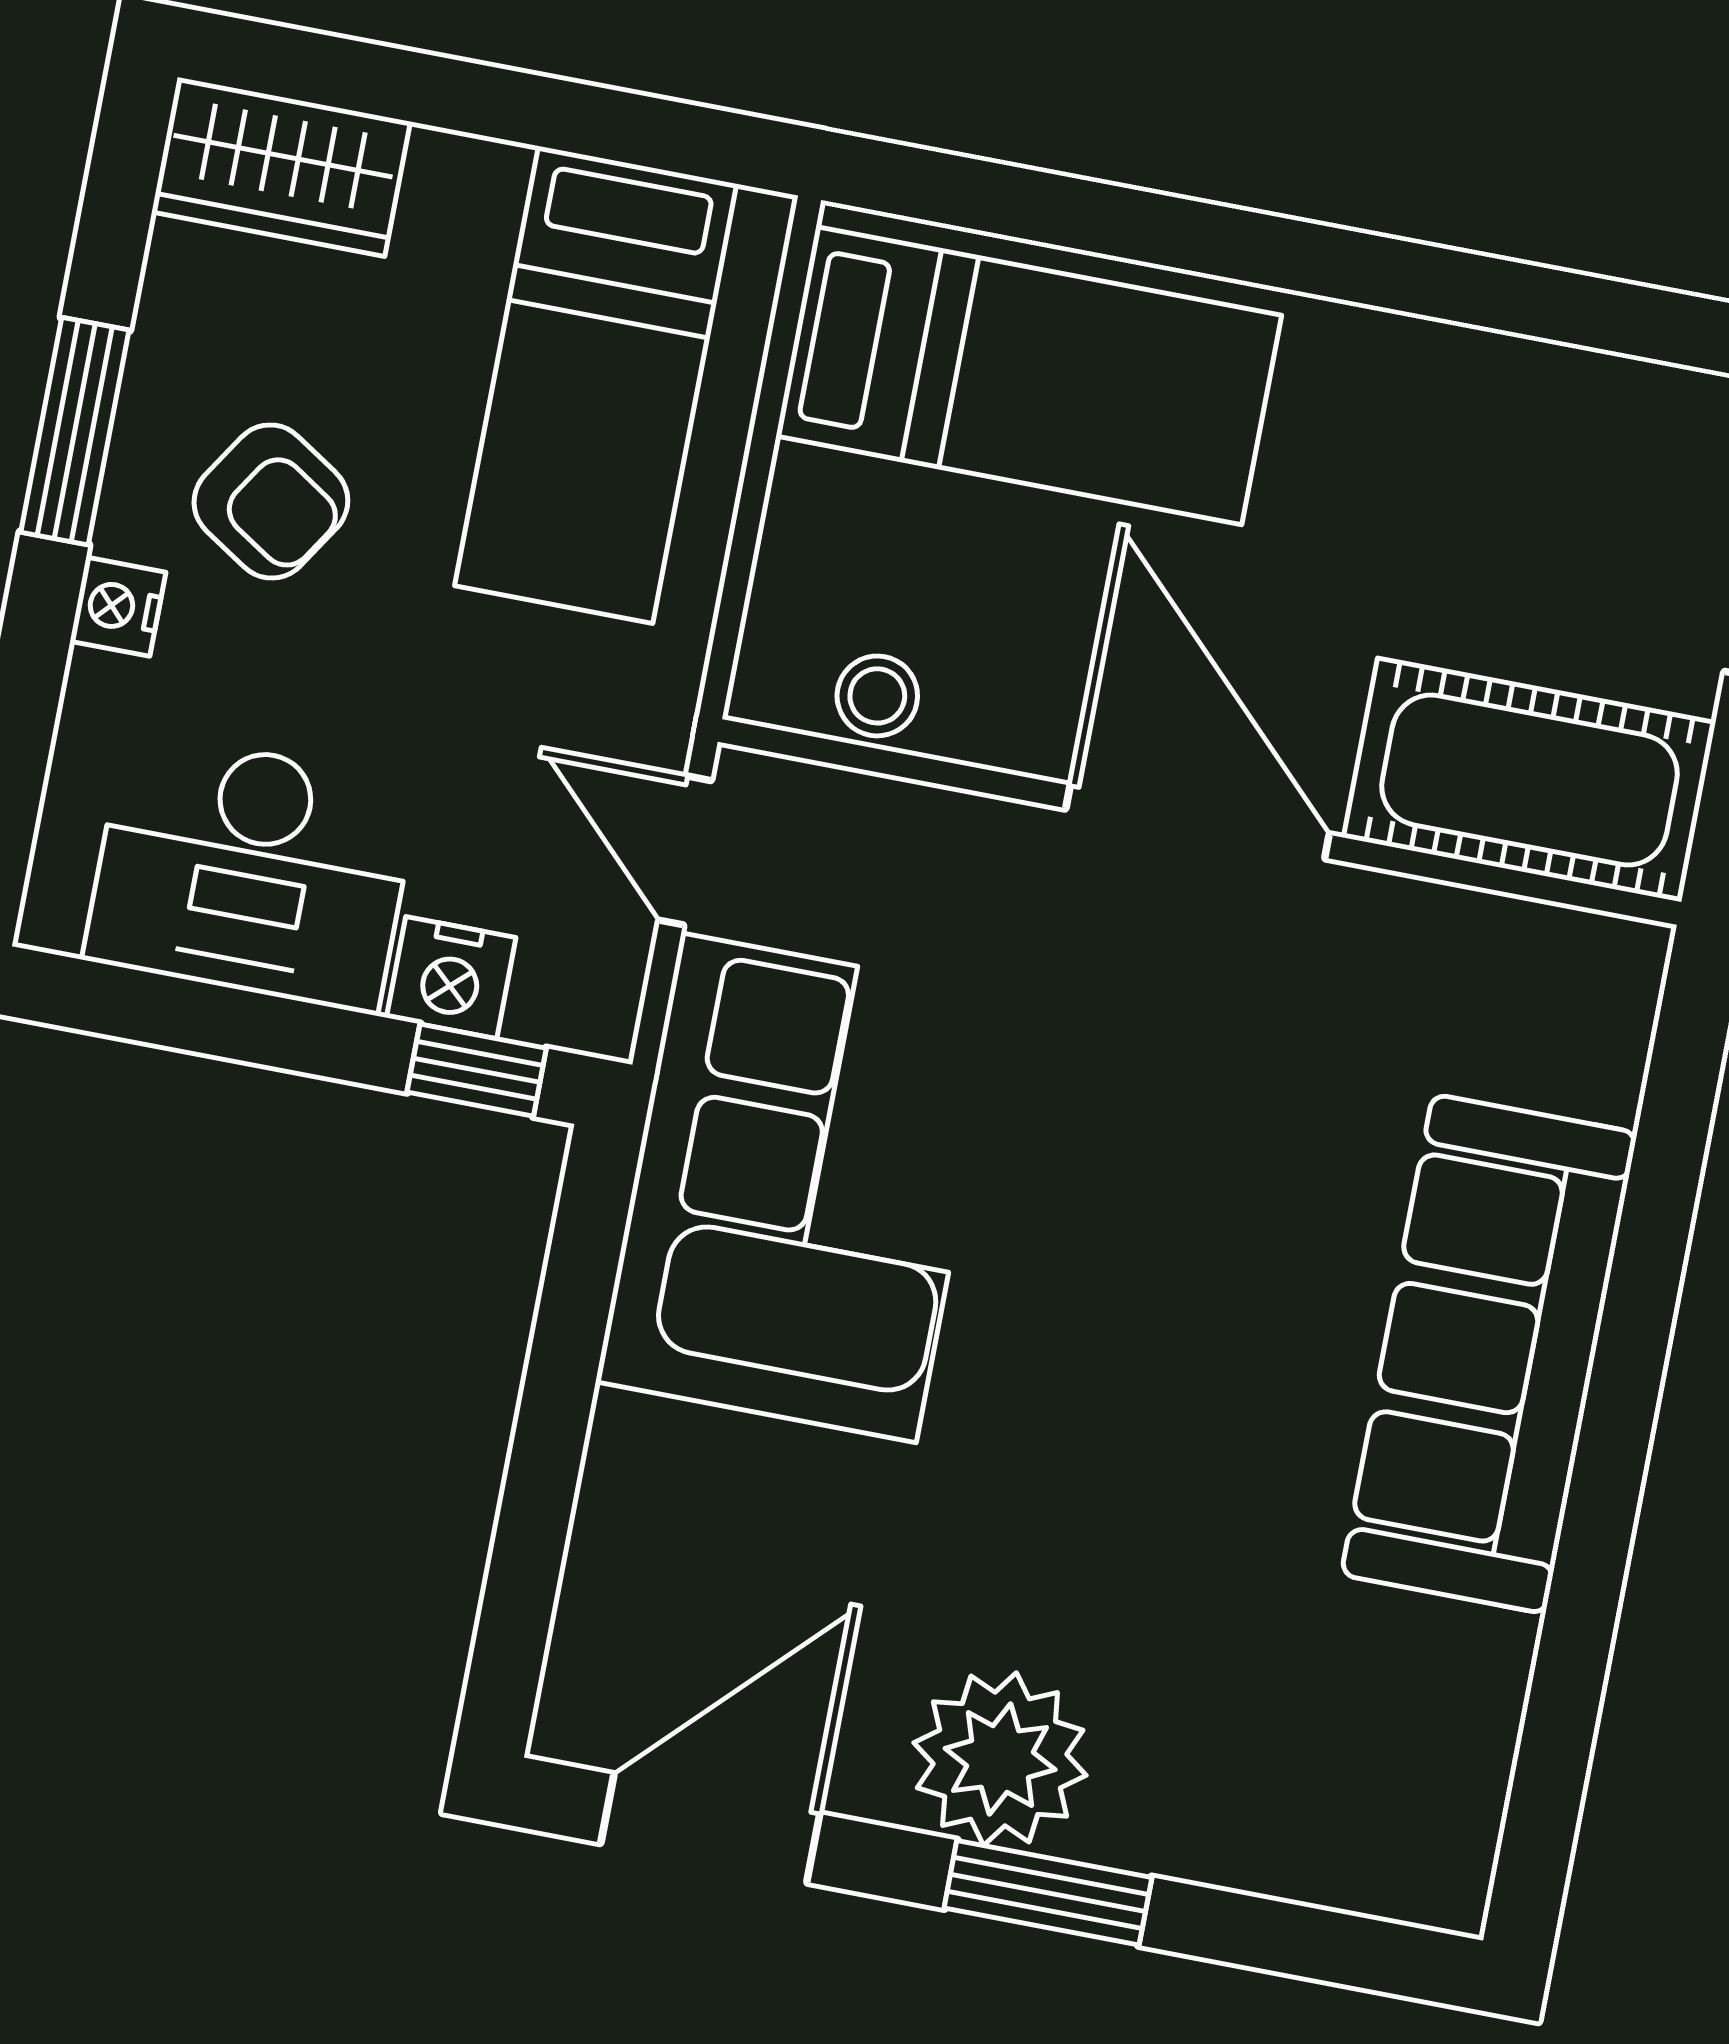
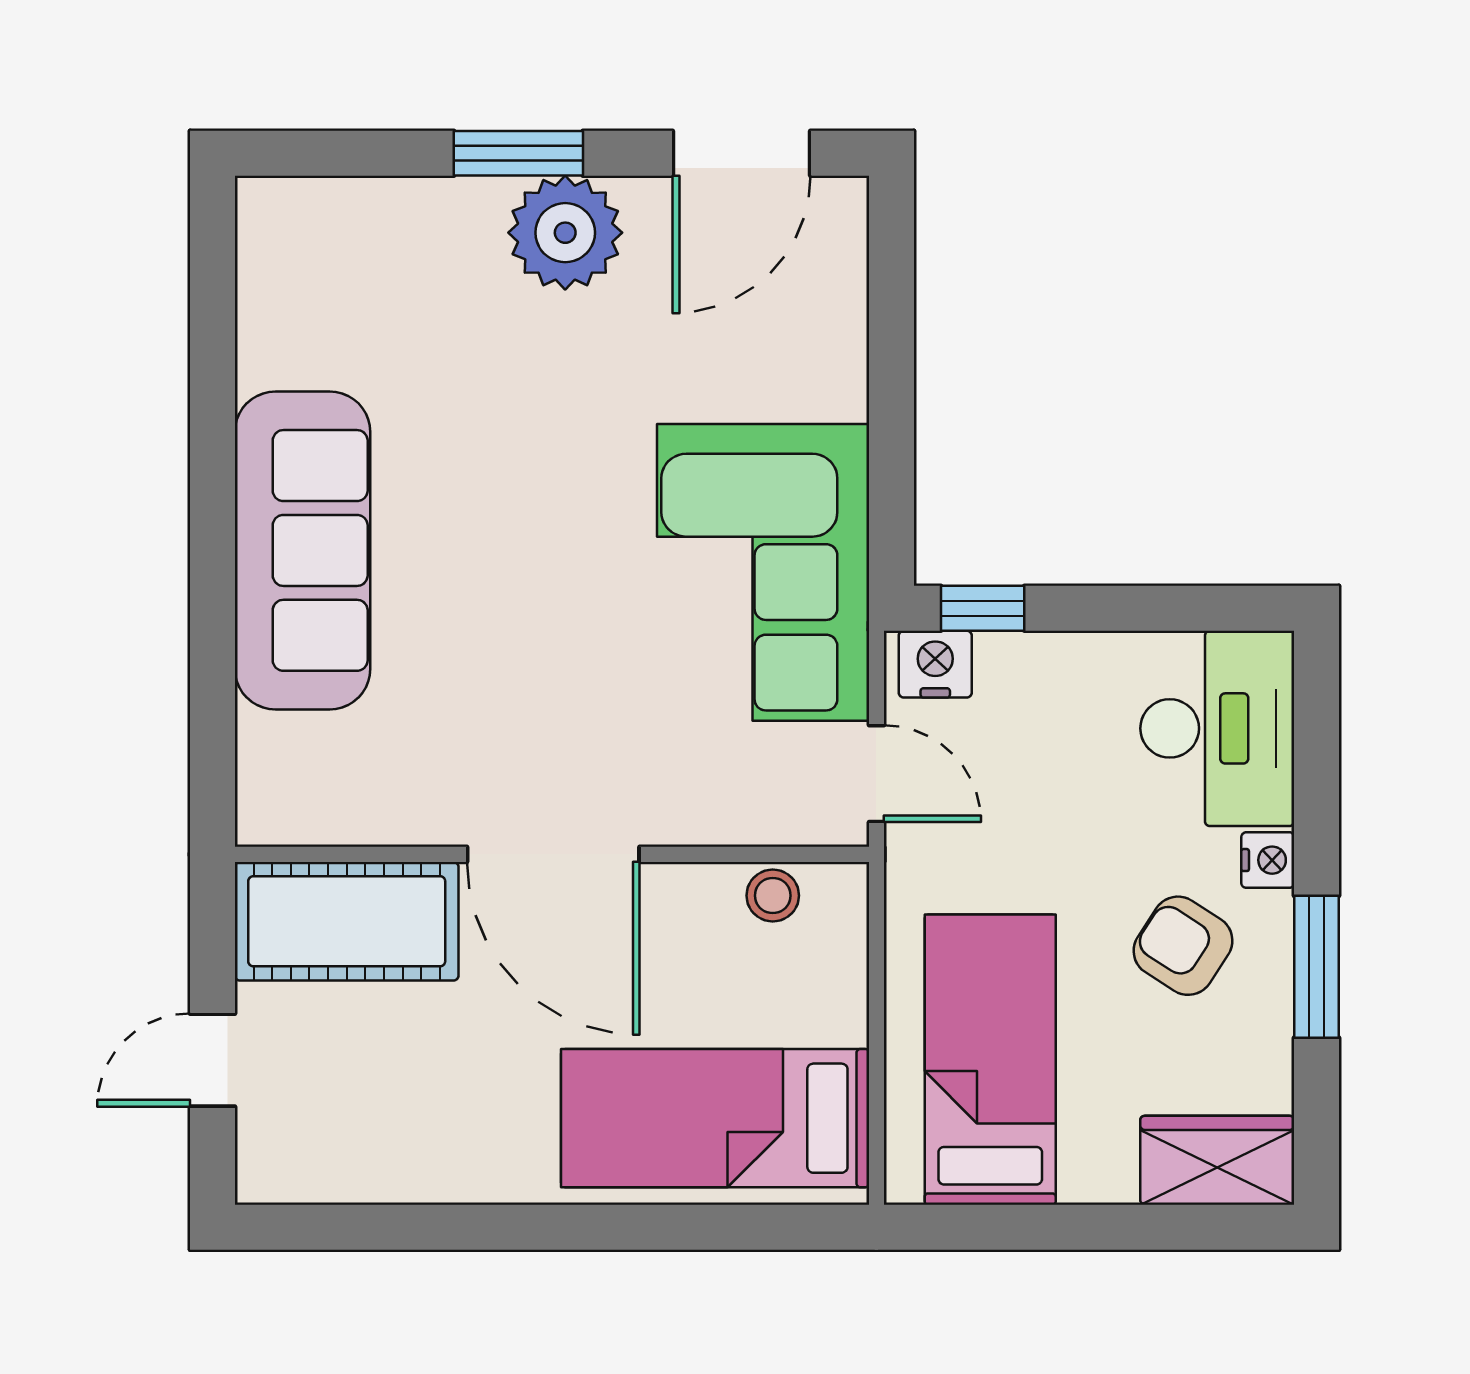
desk: (252, 872) -> (1217, 728), moved, turned 90
nightstand: (451, 978) -> (935, 664), moved

